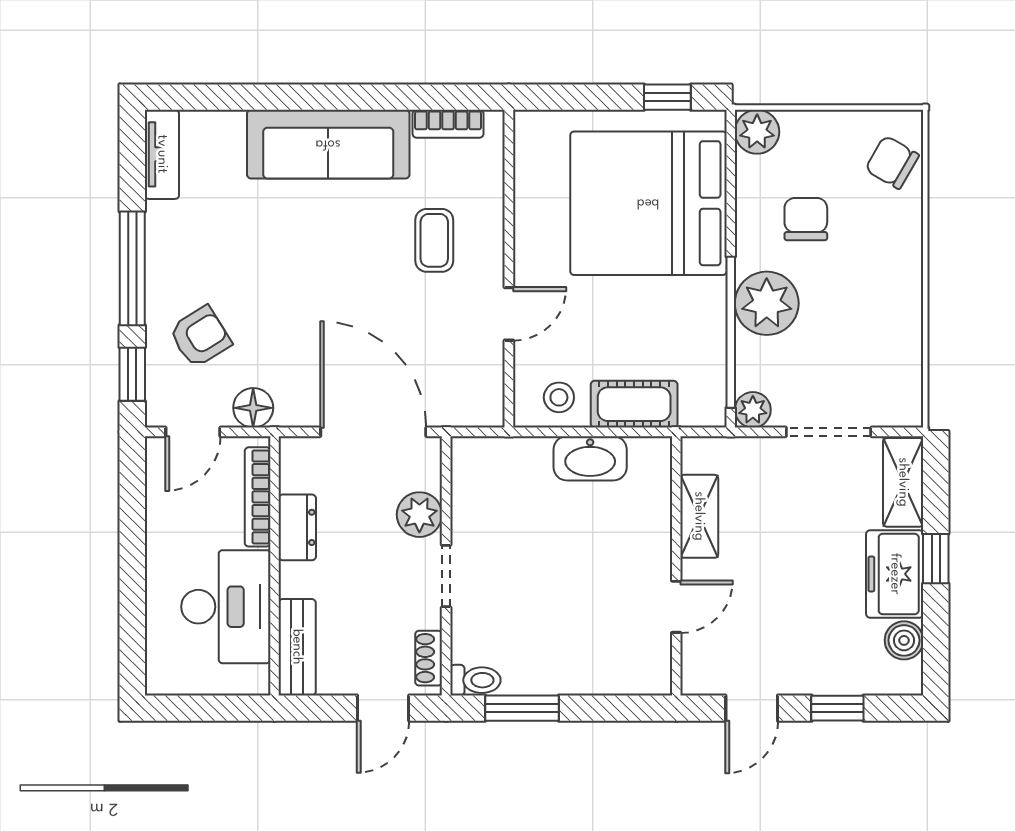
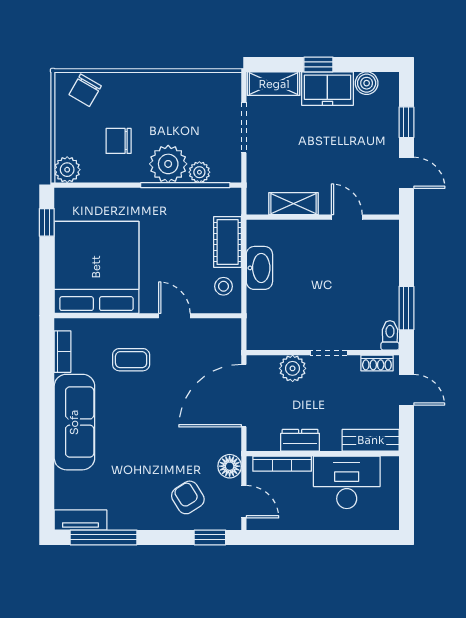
bed: (648, 203) -> (96, 267), moved, turned 180
window: (132, 268) -> (104, 537), moved
plant: (753, 410) -> (199, 172), moved

